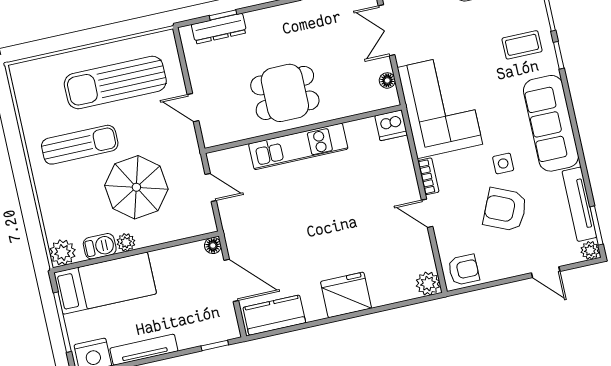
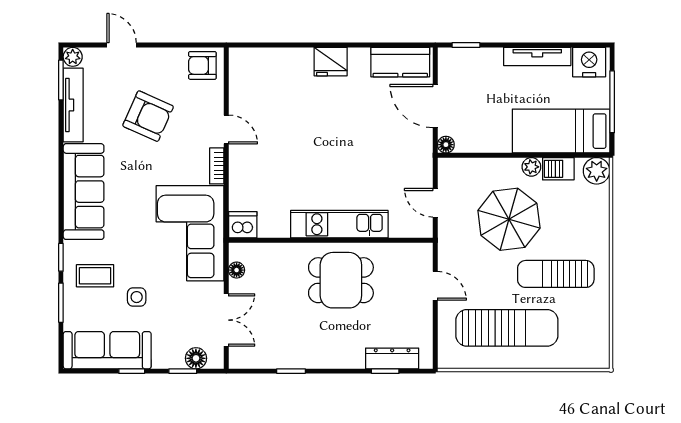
side table: (503, 164) -> (137, 297), moved
plant: (428, 284) -> (241, 60), removed
fridge: (346, 295) -> (331, 62), width x0.73, depth x0.75

